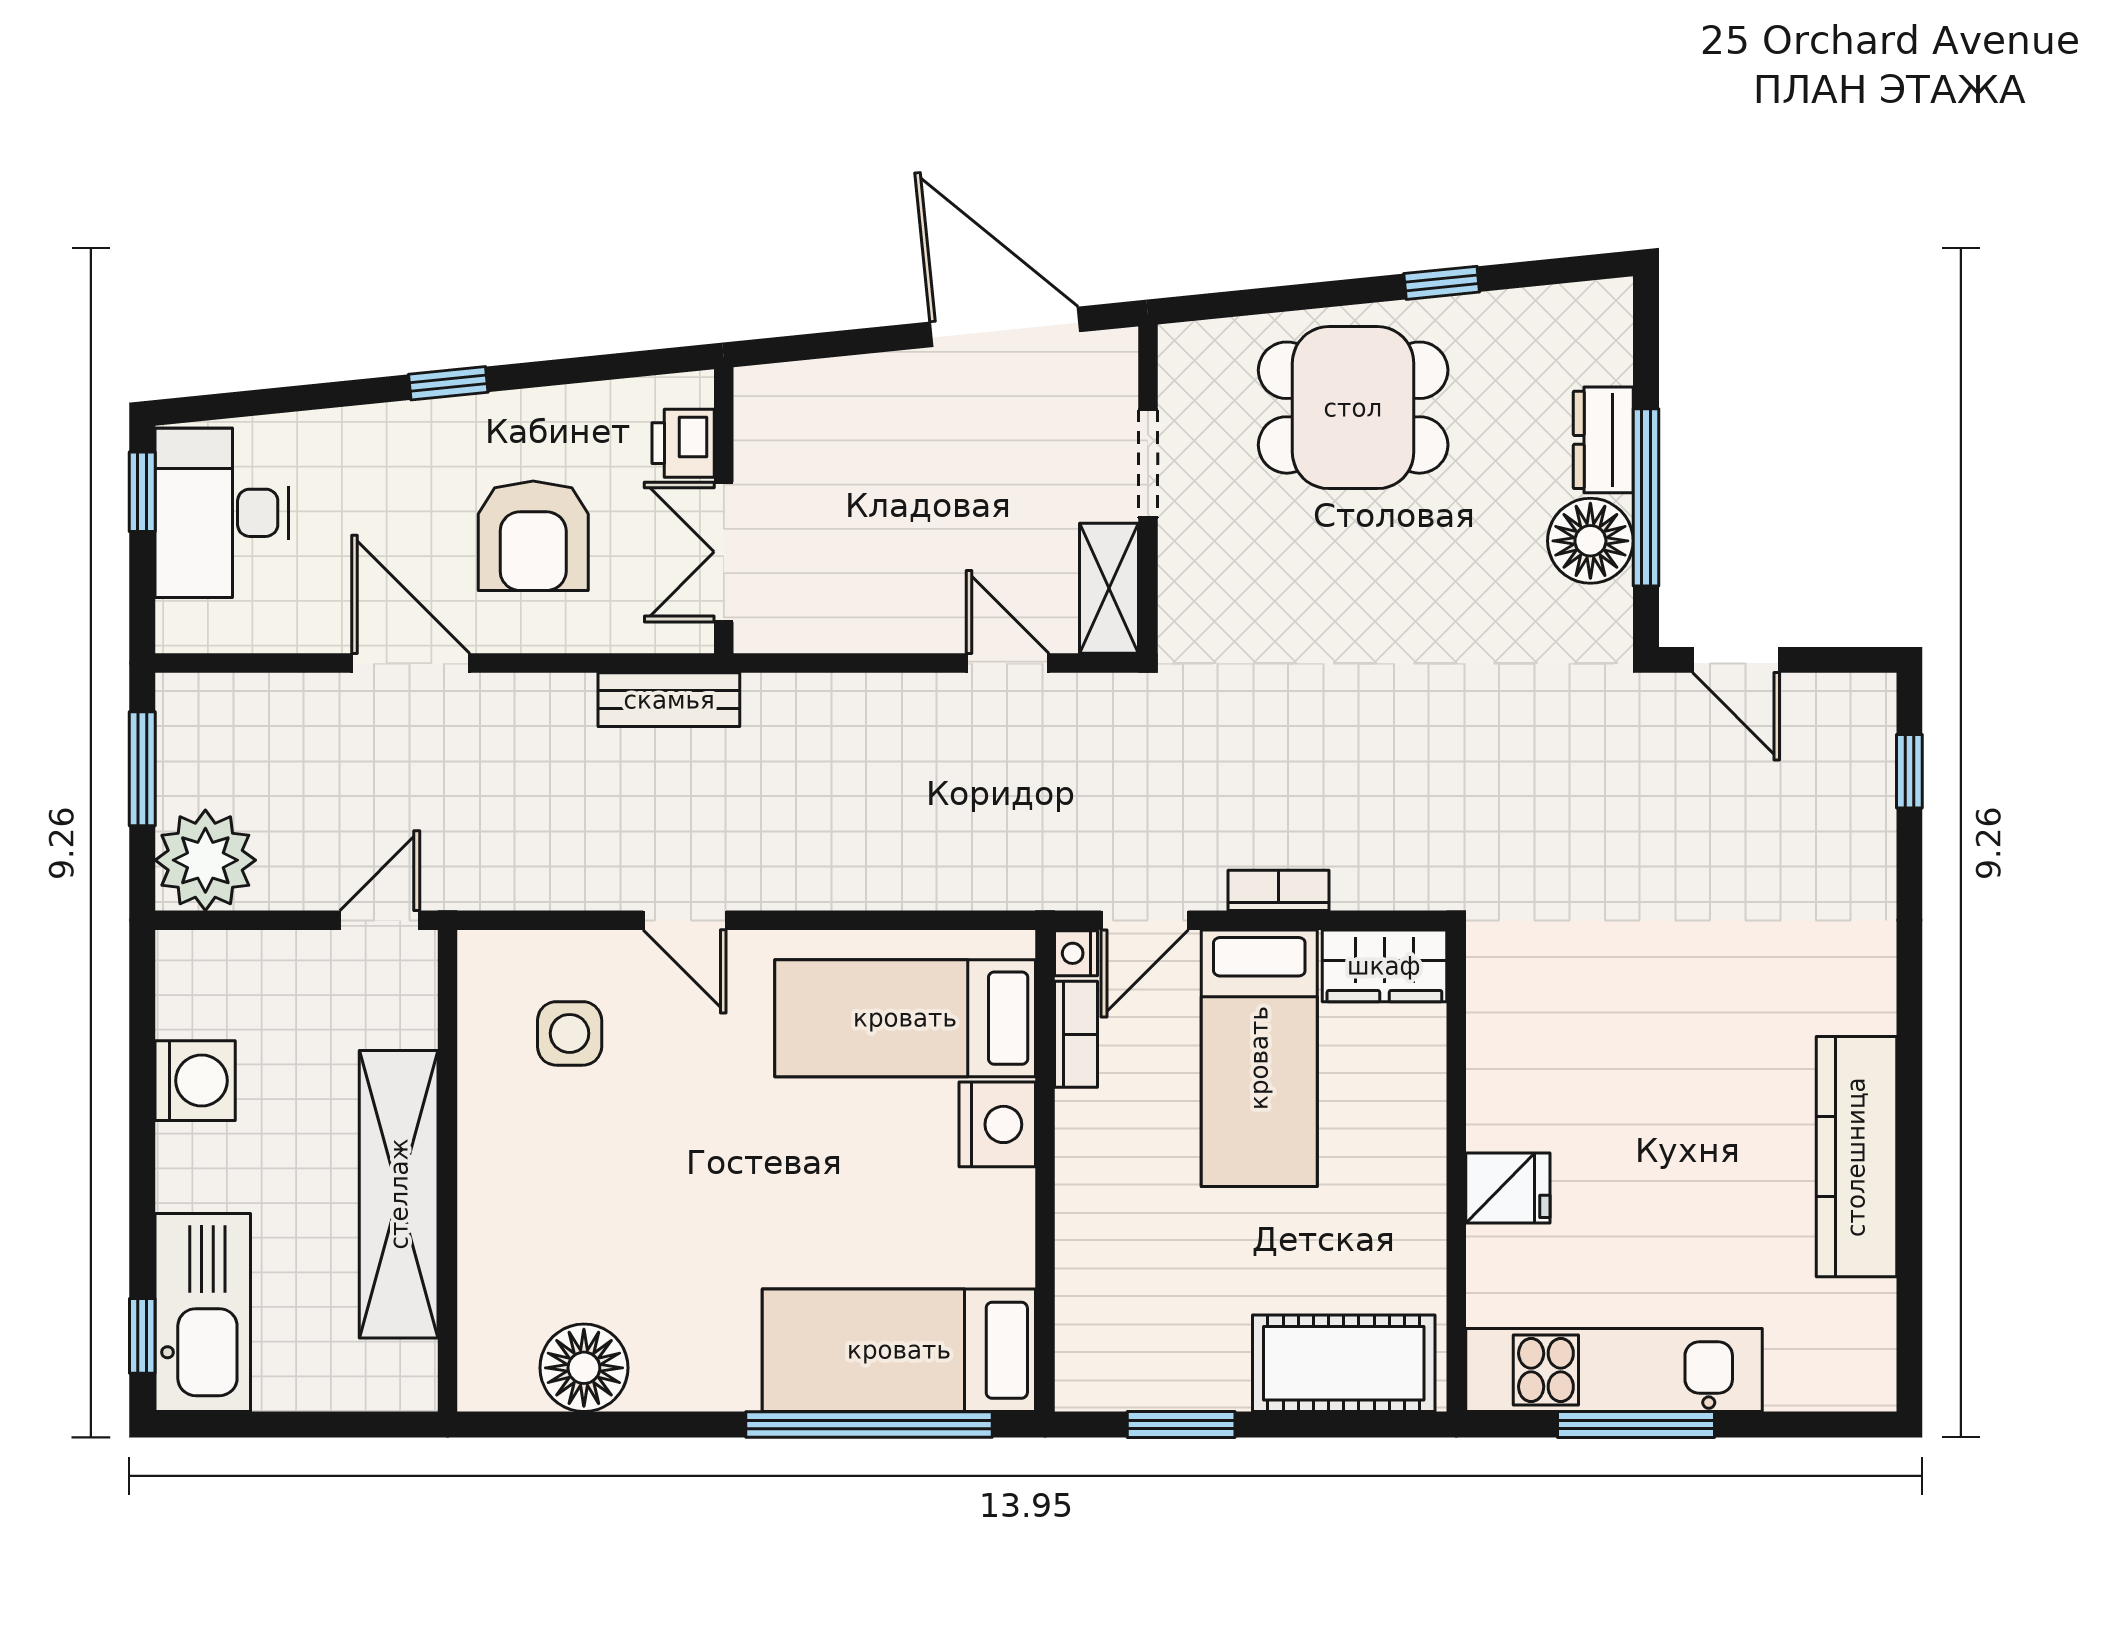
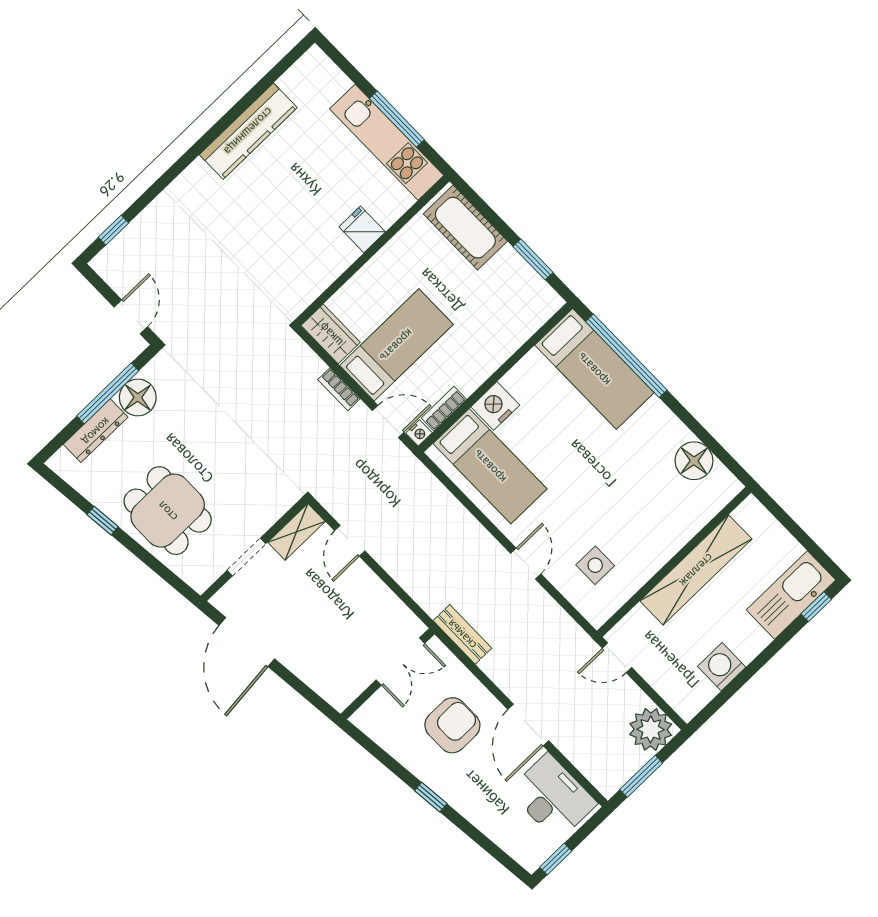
dresser: (1603, 440) -> (96, 431), width x1.44
printer: (683, 443) -> (379, 707), removed
desk: (222, 513) -> (553, 797), moved, turned -90

